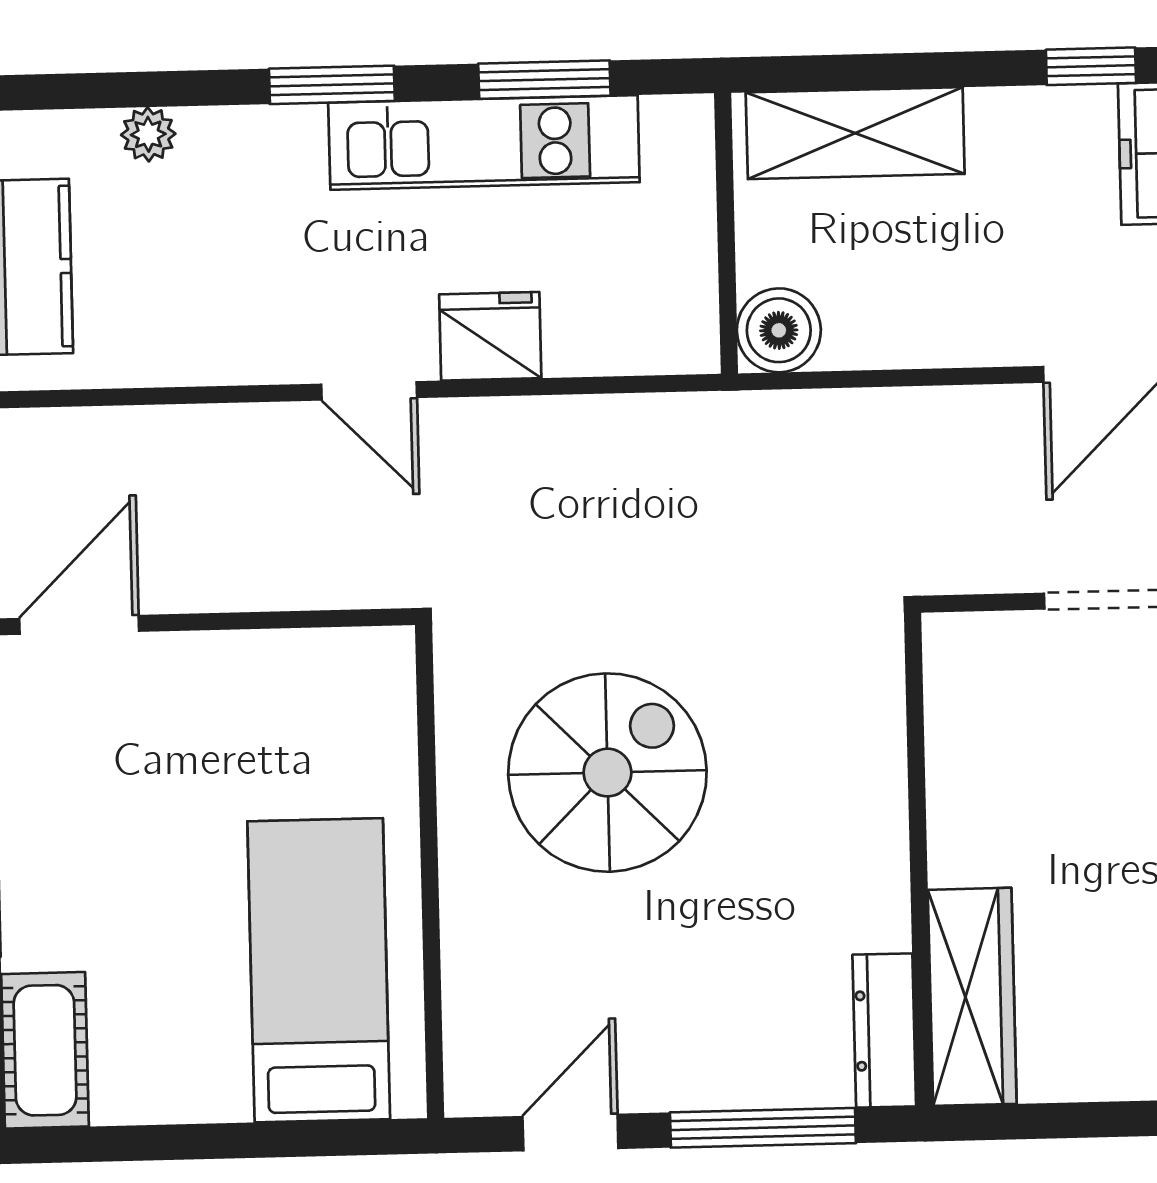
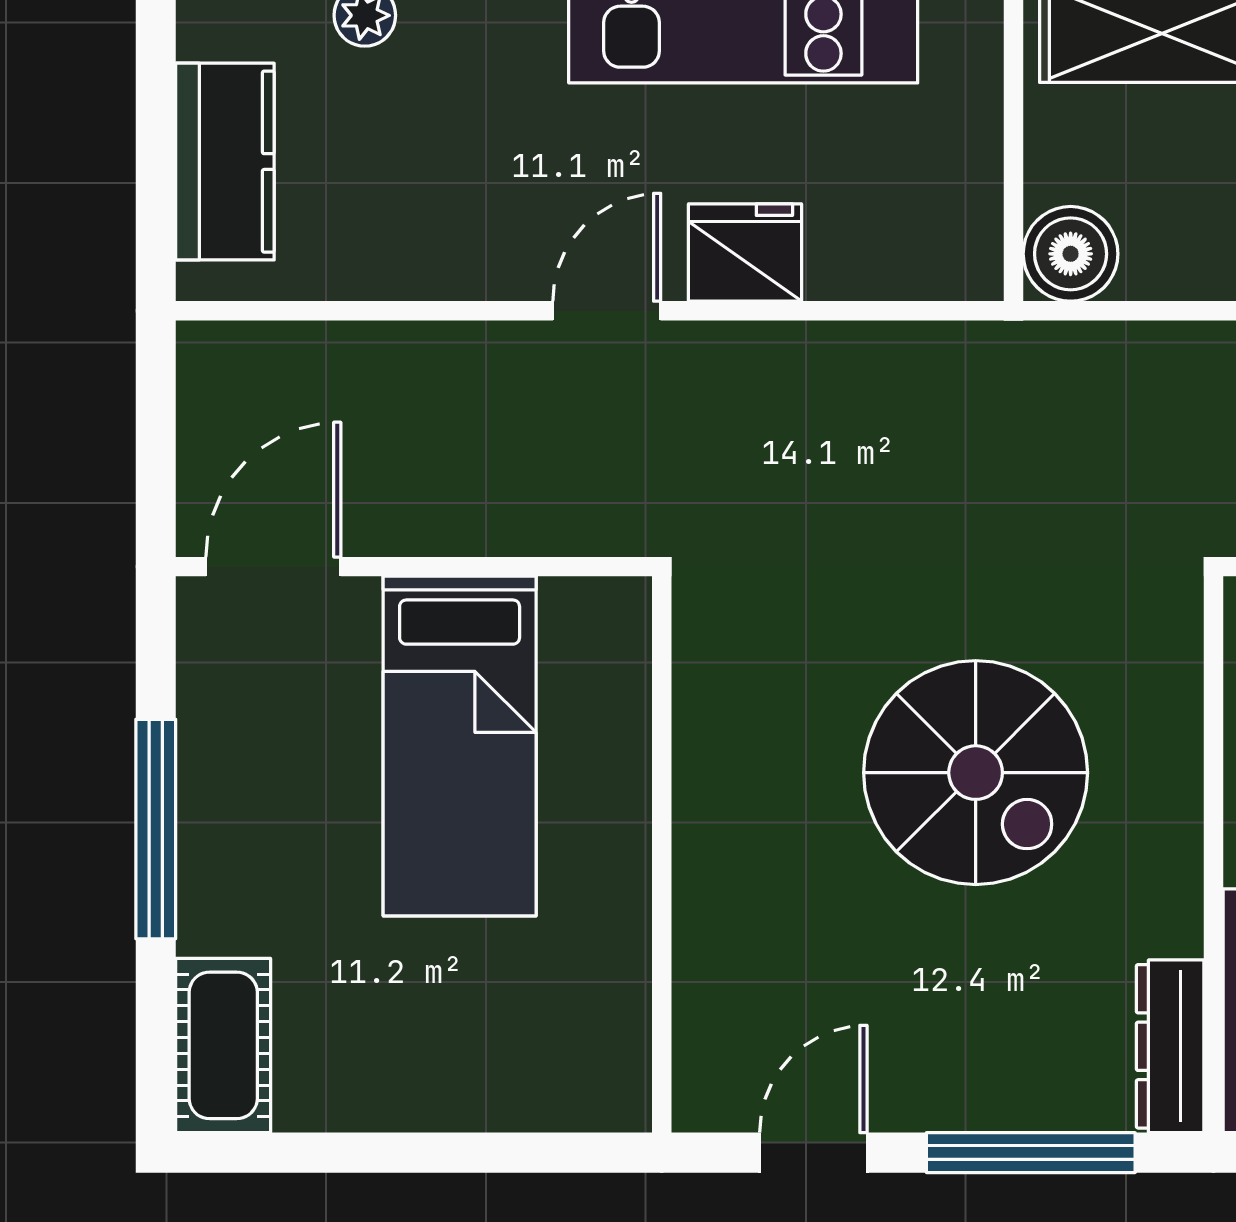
door: (369, 391) -> (607, 311), swing flipped
spiral stairs: (607, 773) -> (976, 773), moved, turned 90
bed: (319, 970) -> (460, 746), moved, turned 180

